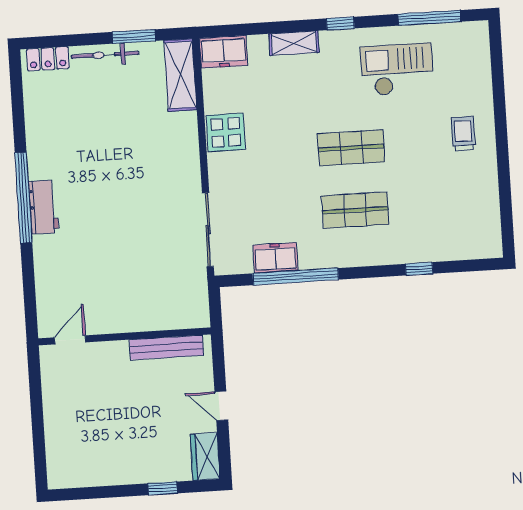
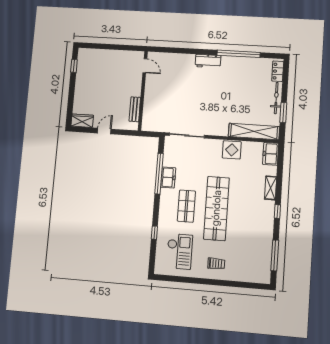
checkout: (397, 69) -> (179, 251), moved
shelving: (180, 75) -> (254, 131), width x1.47
shop shelf: (351, 148) -> (216, 208), width x2.00, depth x1.36
window: (23, 198) -> (239, 54), moved
freezer: (275, 258) -> (168, 177), moved
bench: (166, 347) -> (135, 109), width x0.73
window: (163, 488) -> (74, 66), moved

